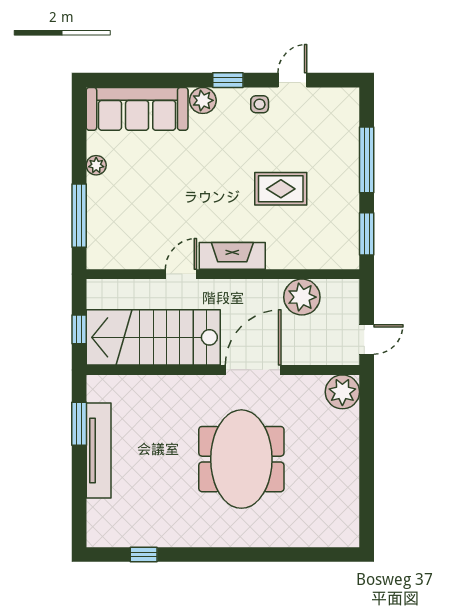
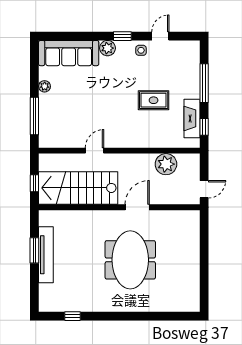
window: (367, 234) -> (204, 127), width x0.67
fireplace: (232, 256) -> (192, 118), moved, turned -90
door: (253, 370) -> (137, 207), width x0.73
plant: (342, 392) -> (190, 220), removed
window: (79, 424) -> (34, 250), moved

